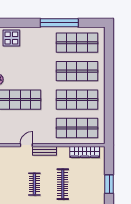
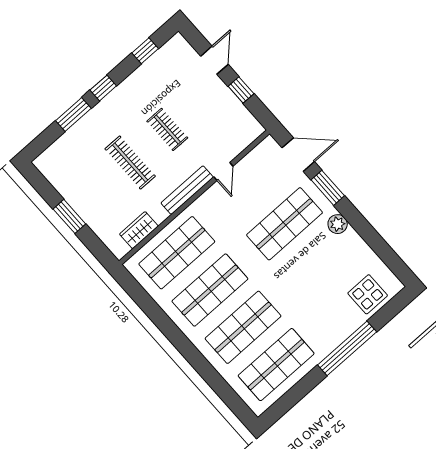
window: (59, 23) -> (347, 348), moved
bench: (45, 151) -> (187, 190), width x1.36
wardrobe: (85, 152) -> (139, 230), width x0.67

